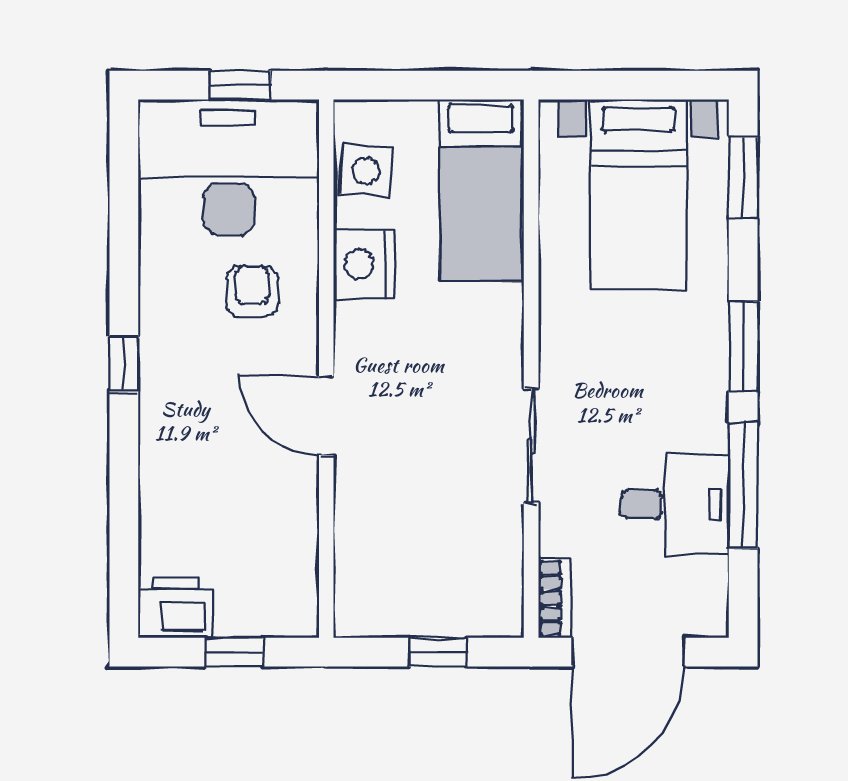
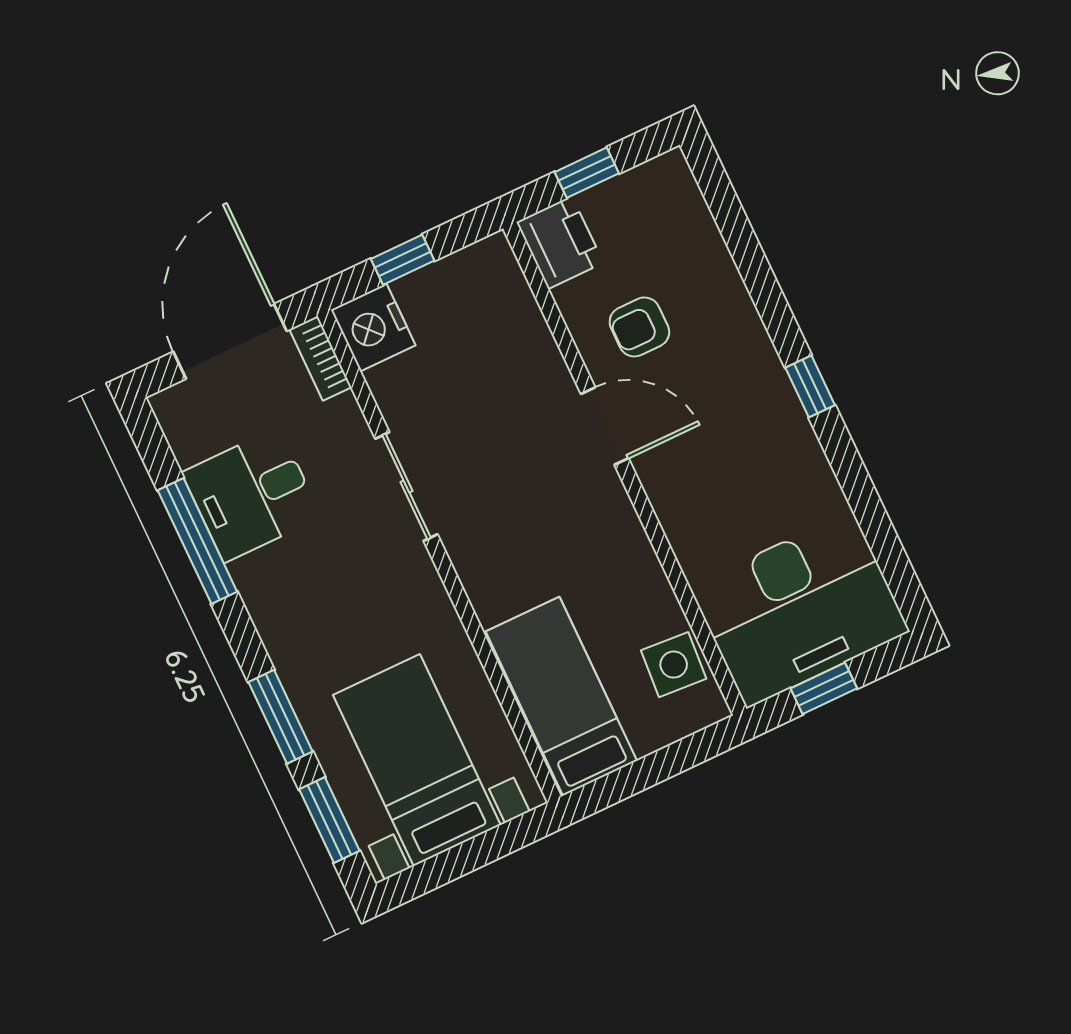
nightstand: (364, 264) -> (373, 327), moved, turned 180
armchair: (252, 291) -> (639, 327), moved, turned 90
window: (743, 346) -> (281, 717), moved
printer: (175, 607) -> (560, 242), moved, turned -90

